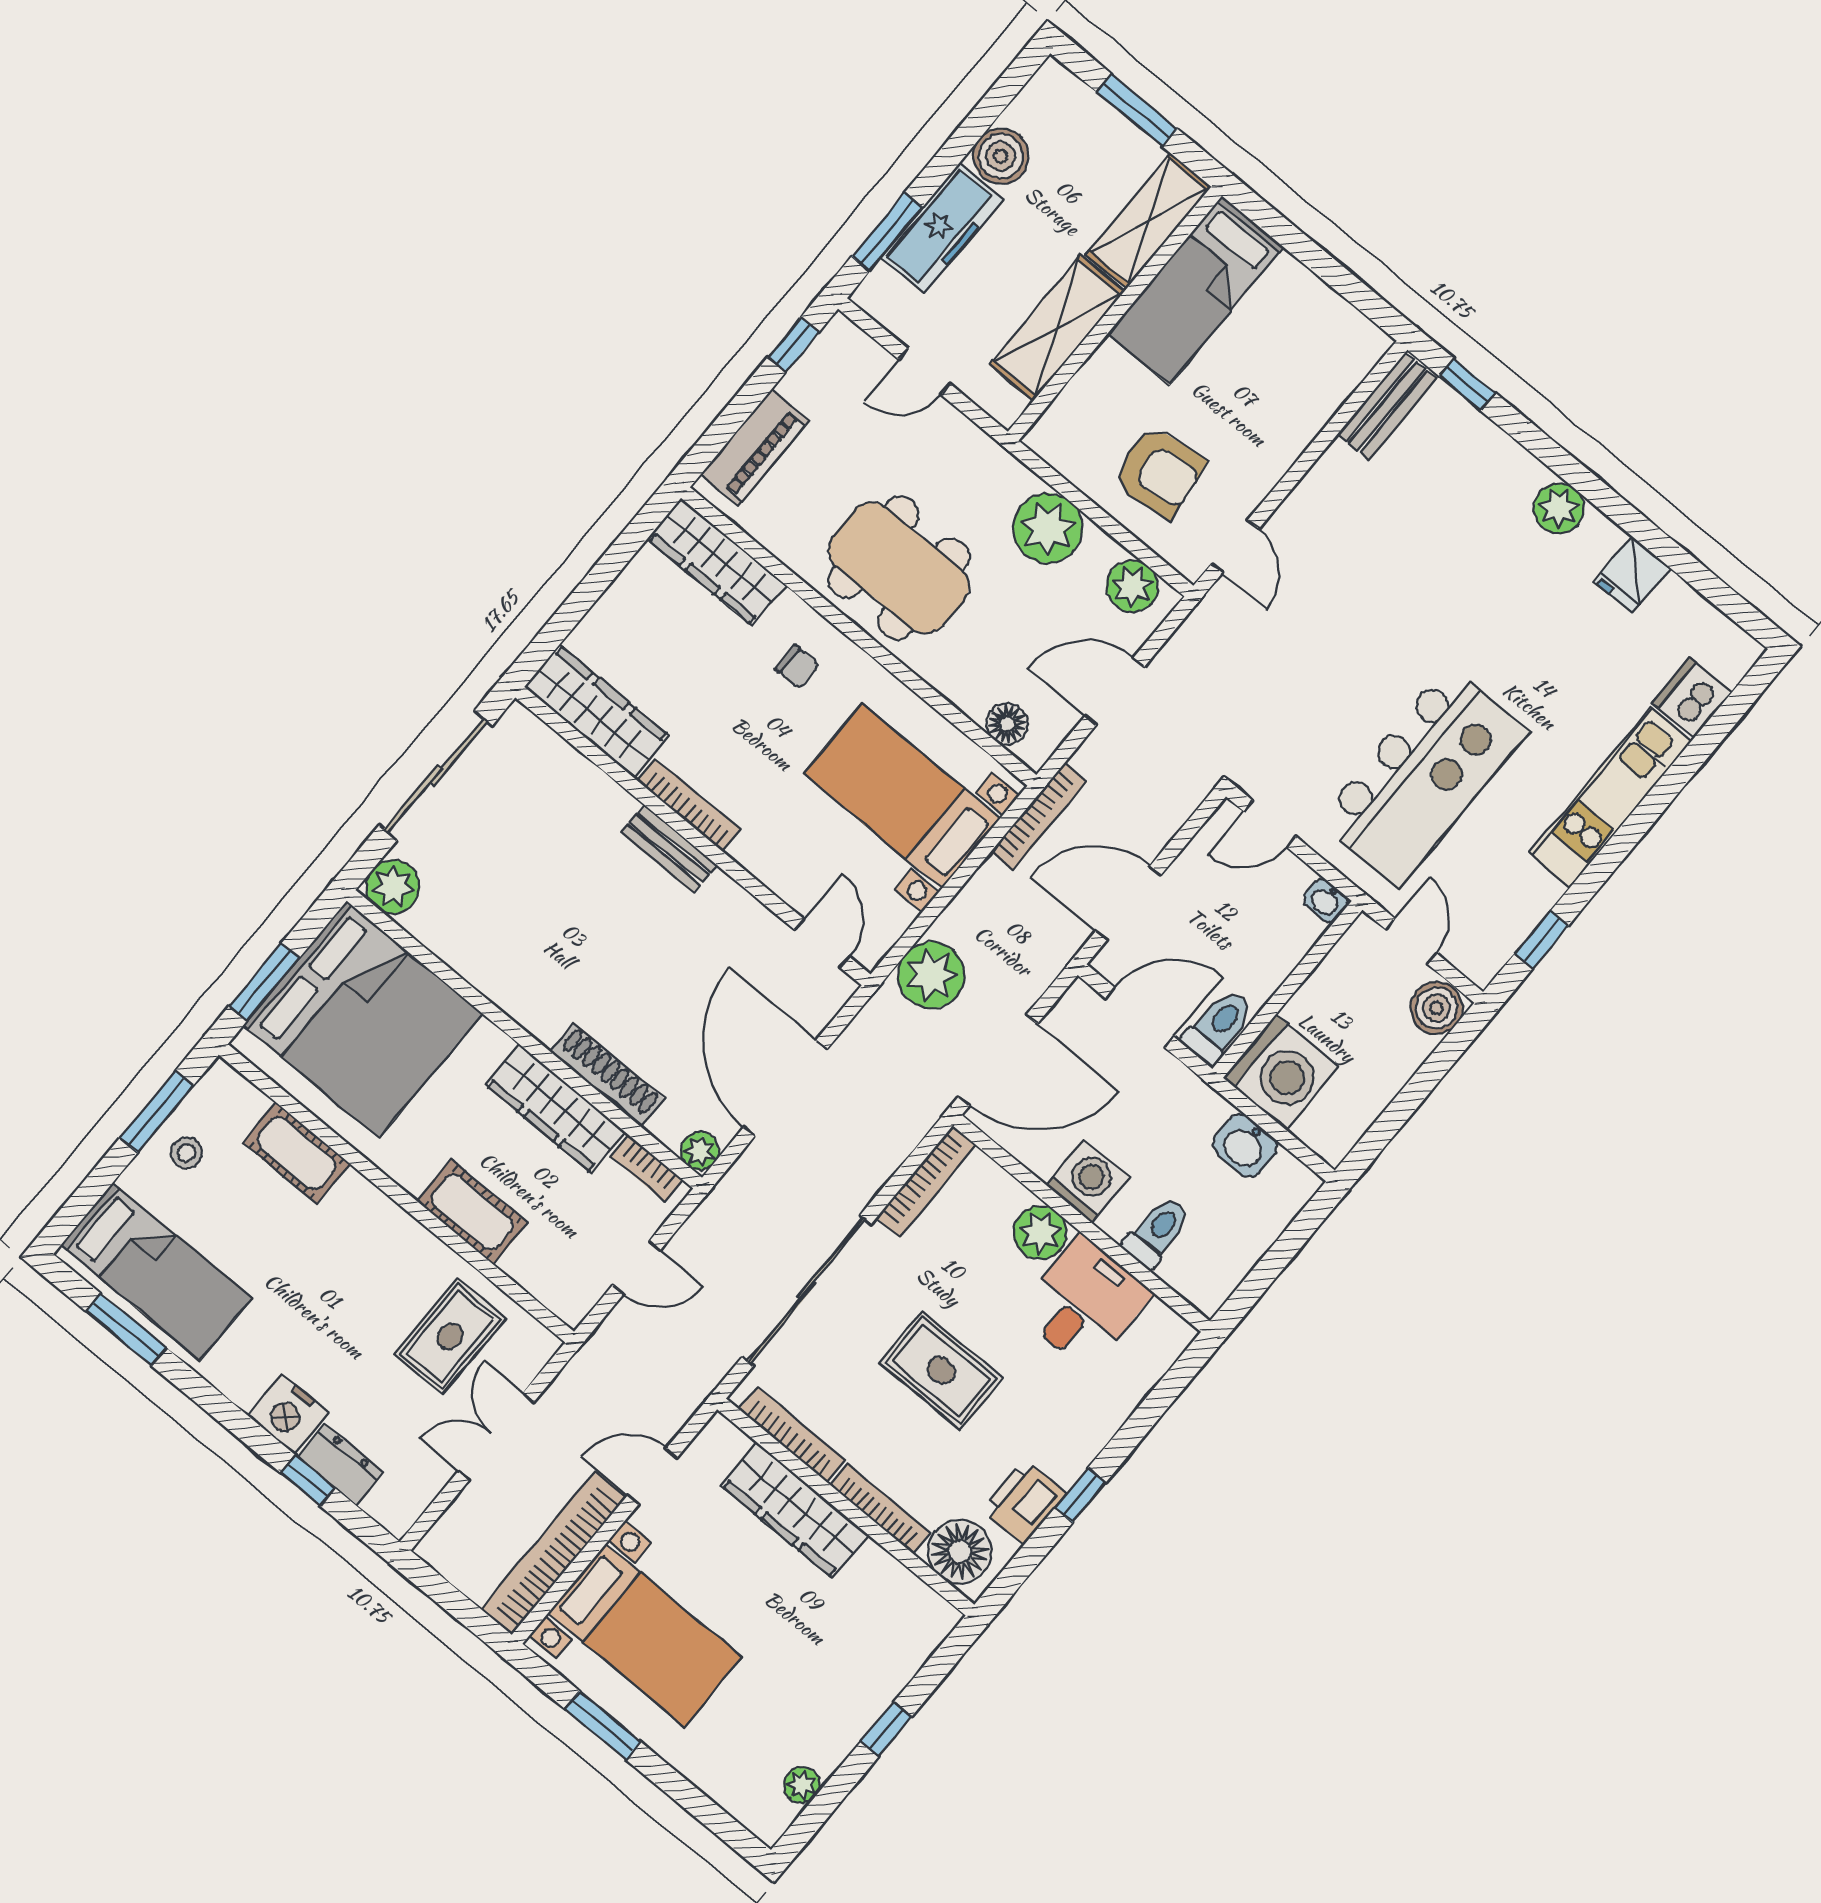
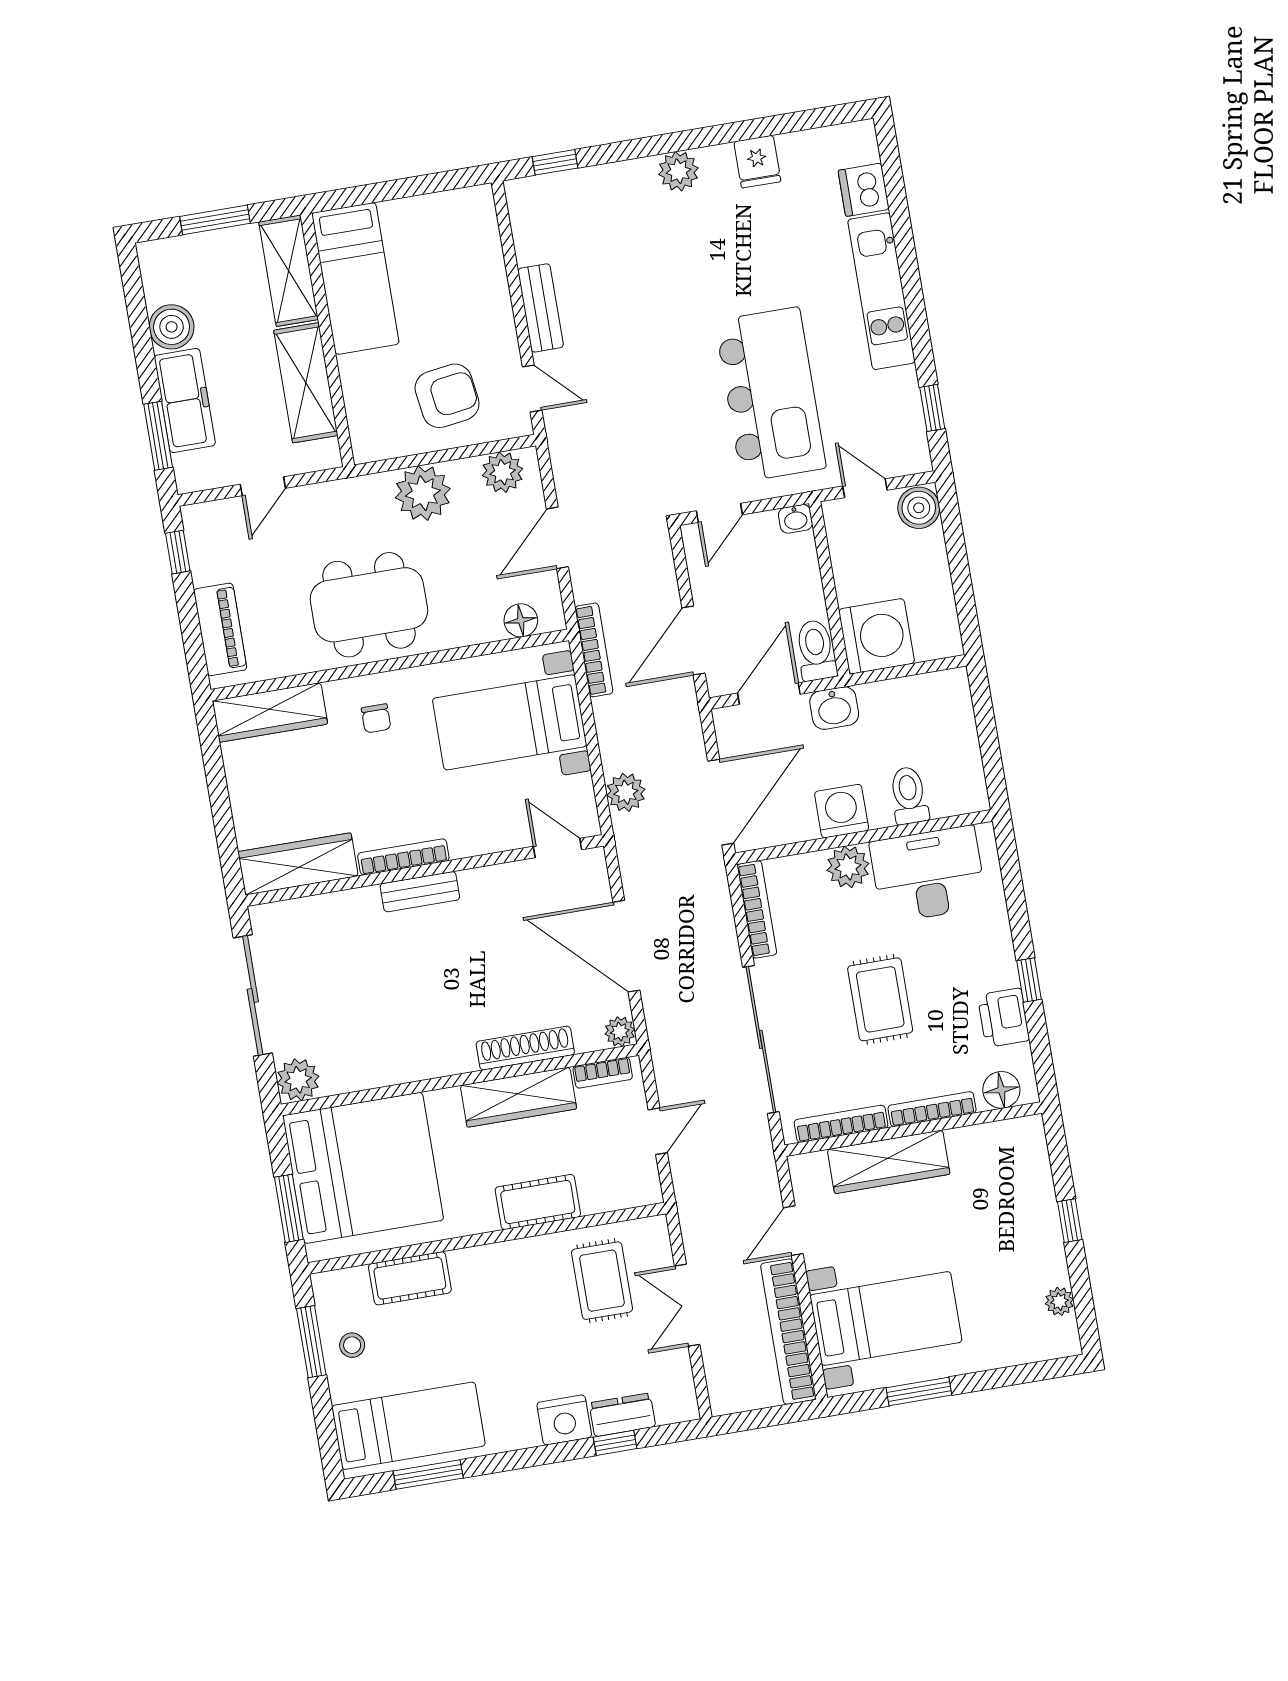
bench: (1387, 406) -> (541, 308), moved
chair: (797, 667) -> (376, 718), turned 90
plant: (931, 975) -> (626, 792), width x0.73, depth x0.73
washbasin: (1245, 1146) -> (834, 708), moved
desk: (1084, 1303) -> (928, 874), width x1.37
rug: (941, 1370) -> (880, 999), turned 90
floor lamp: (960, 1552) -> (1001, 1090), width x0.73, depth x0.73

